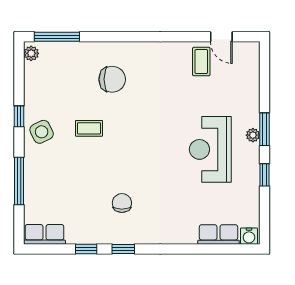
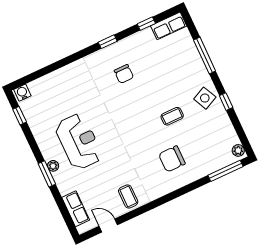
coffee table: (201, 62) -> (128, 196), moved
window: (264, 175) -> (20, 116), moved
row of seats: (218, 234) -> (76, 209), moved, turned -90
window: (86, 249) -> (146, 24), moved

